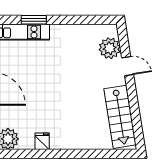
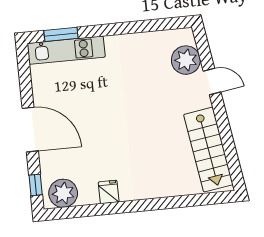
window: (34, 20) -> (61, 34), moved

